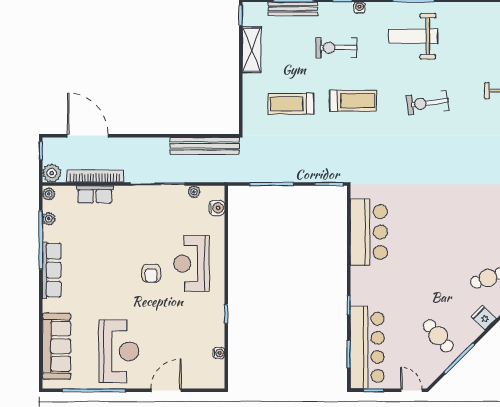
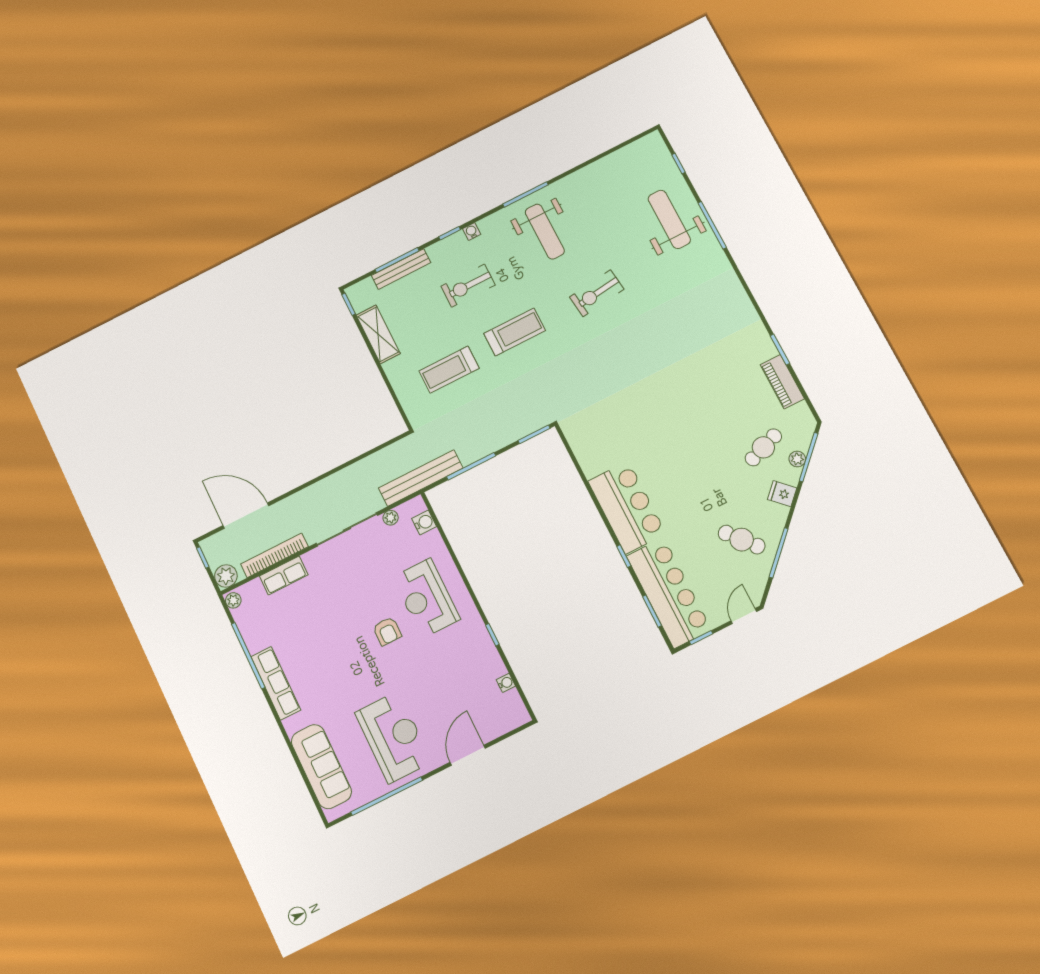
weight bench: (413, 36) -> (545, 232), turned -90
bench: (205, 146) -> (421, 478), moved
plant: (49, 219) -> (246, 628), removed
bar counter: (369, 232) -> (627, 507), moved
door: (411, 390) -> (744, 616), hinge flipped

